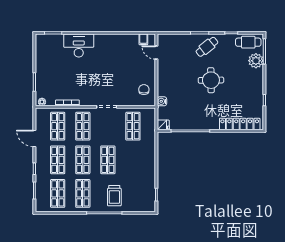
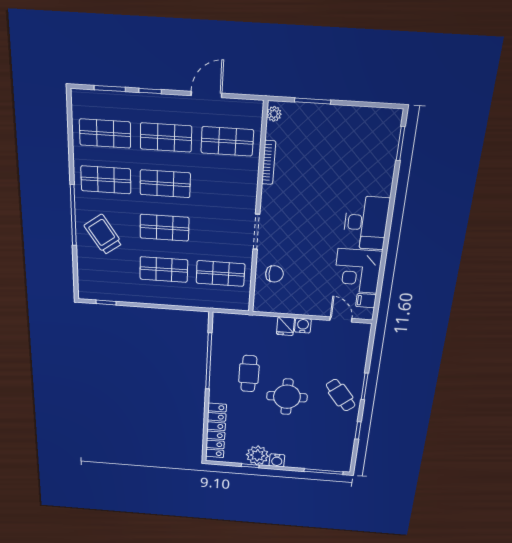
cafe table: (248, 42) -> (249, 374), moved
desk: (79, 45) -> (366, 223), moved
corner desk: (126, 47) -> (358, 271), added
door: (156, 53) -> (341, 319), hinge flipped
plant: (256, 61) -> (257, 455), moved
water cooler: (259, 83) -> (277, 460), added
chair: (144, 90) -> (274, 274), moved
water cooler: (162, 101) -> (303, 326), moved
fridge: (163, 125) -> (285, 326), moved
shop shelf: (83, 126) -> (164, 270), moved
trolley: (114, 196) -> (103, 235), turned 55

